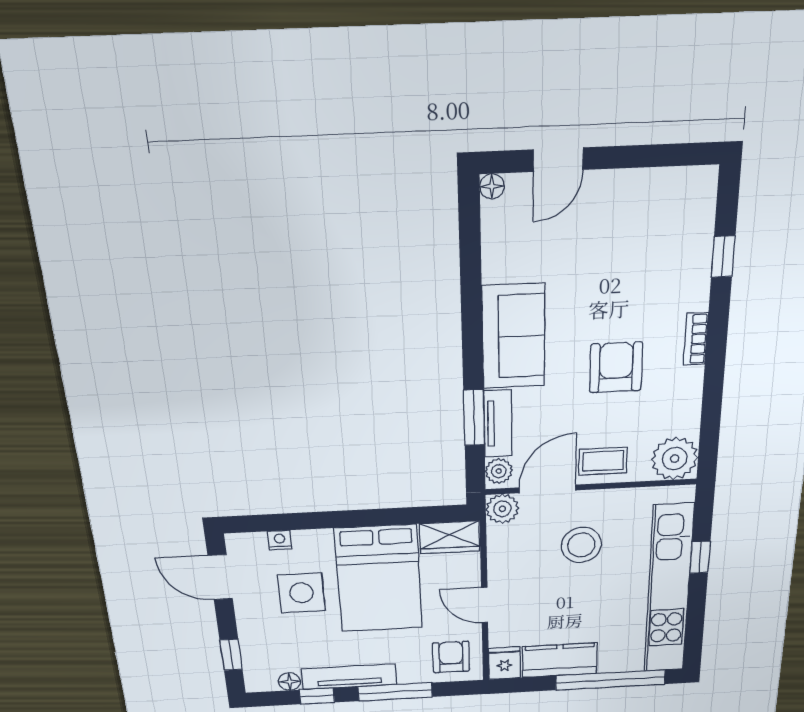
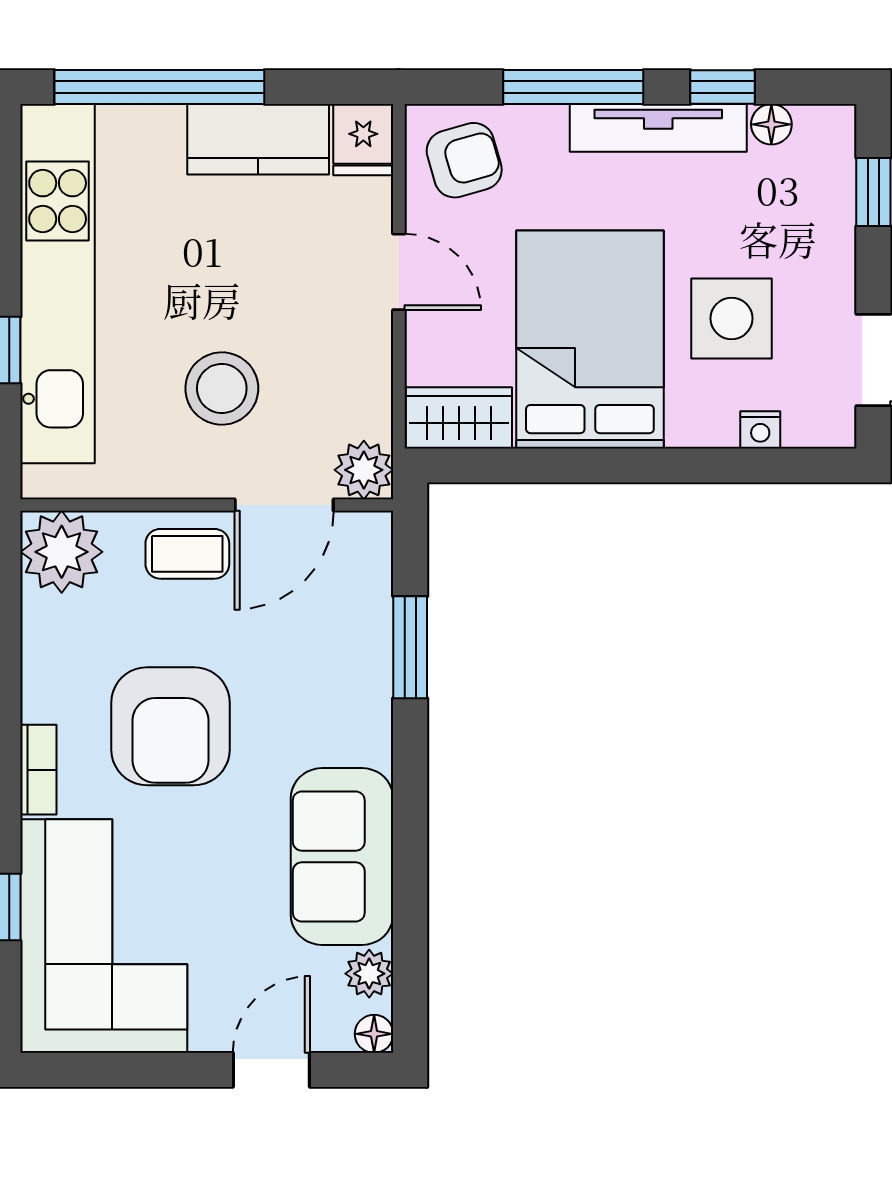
corner sofa: (662, 241) -> (104, 936), added
sofa: (514, 336) -> (342, 857), moved
armchair: (616, 367) -> (170, 726), width x1.36, depth x1.36
tv unit: (498, 424) -> (370, 634), removed
plant: (499, 471) -> (369, 974), moved
armchair: (451, 657) -> (464, 160), turned -106

